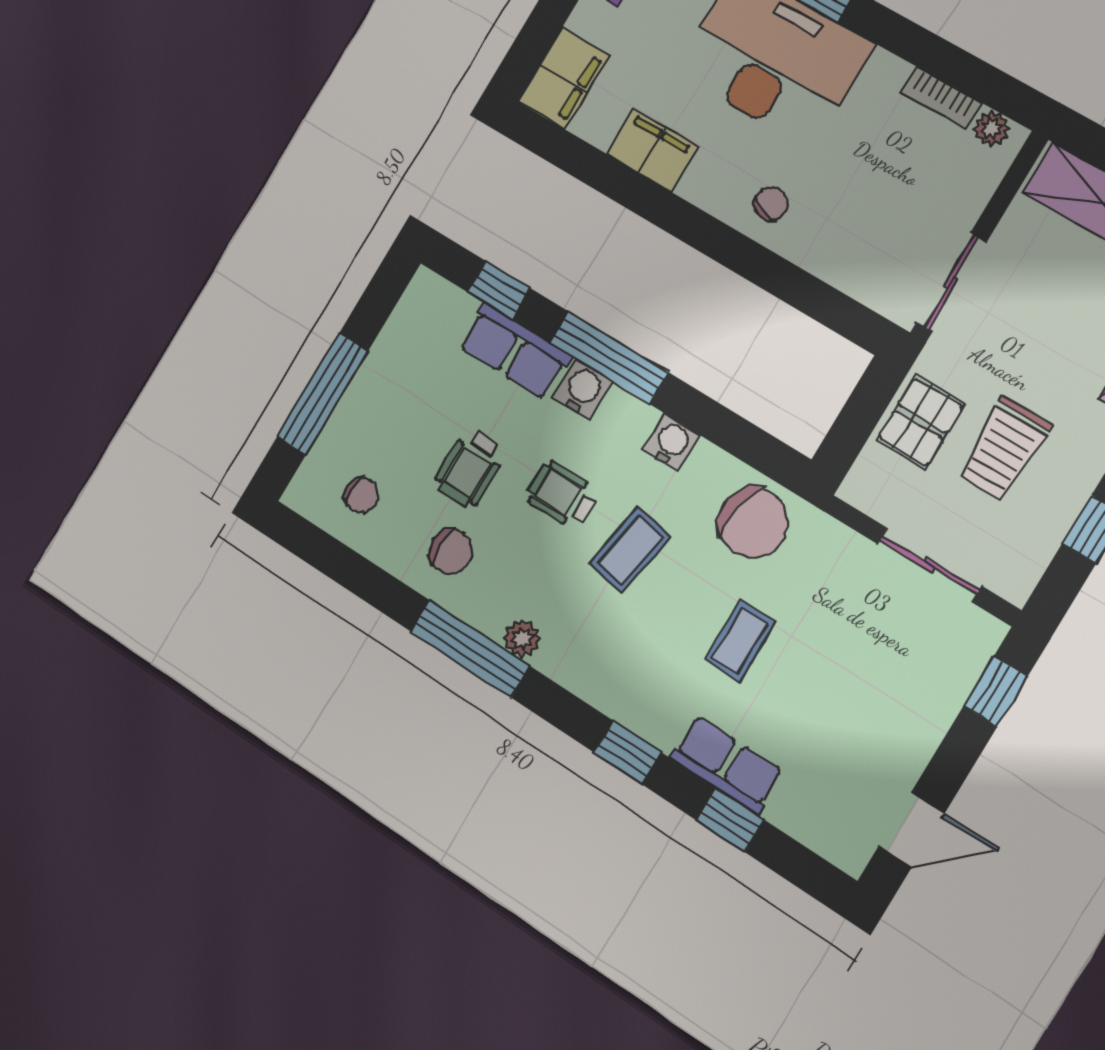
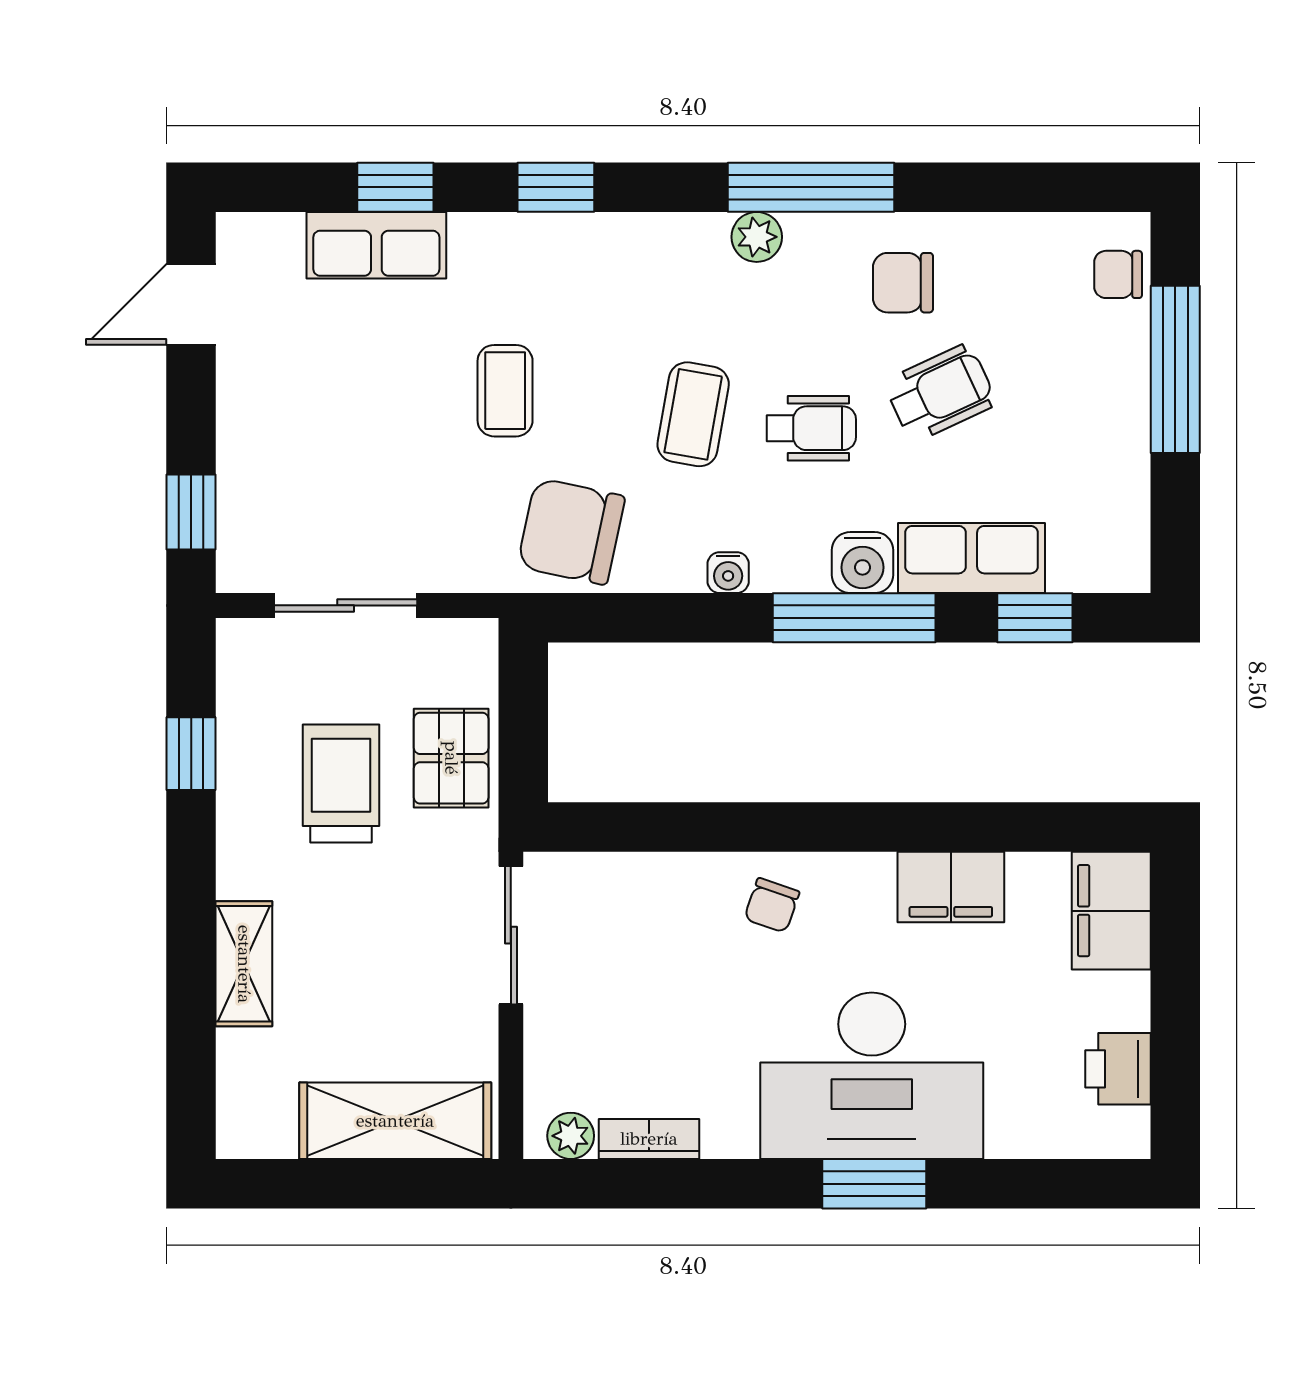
water cooler: (671, 443) -> (728, 573), width x0.72, depth x0.72
wheelchair: (470, 468) -> (940, 393), turned 65
chair: (361, 495) -> (1118, 274), moved
row of seats: (727, 765) -> (376, 245), moved

